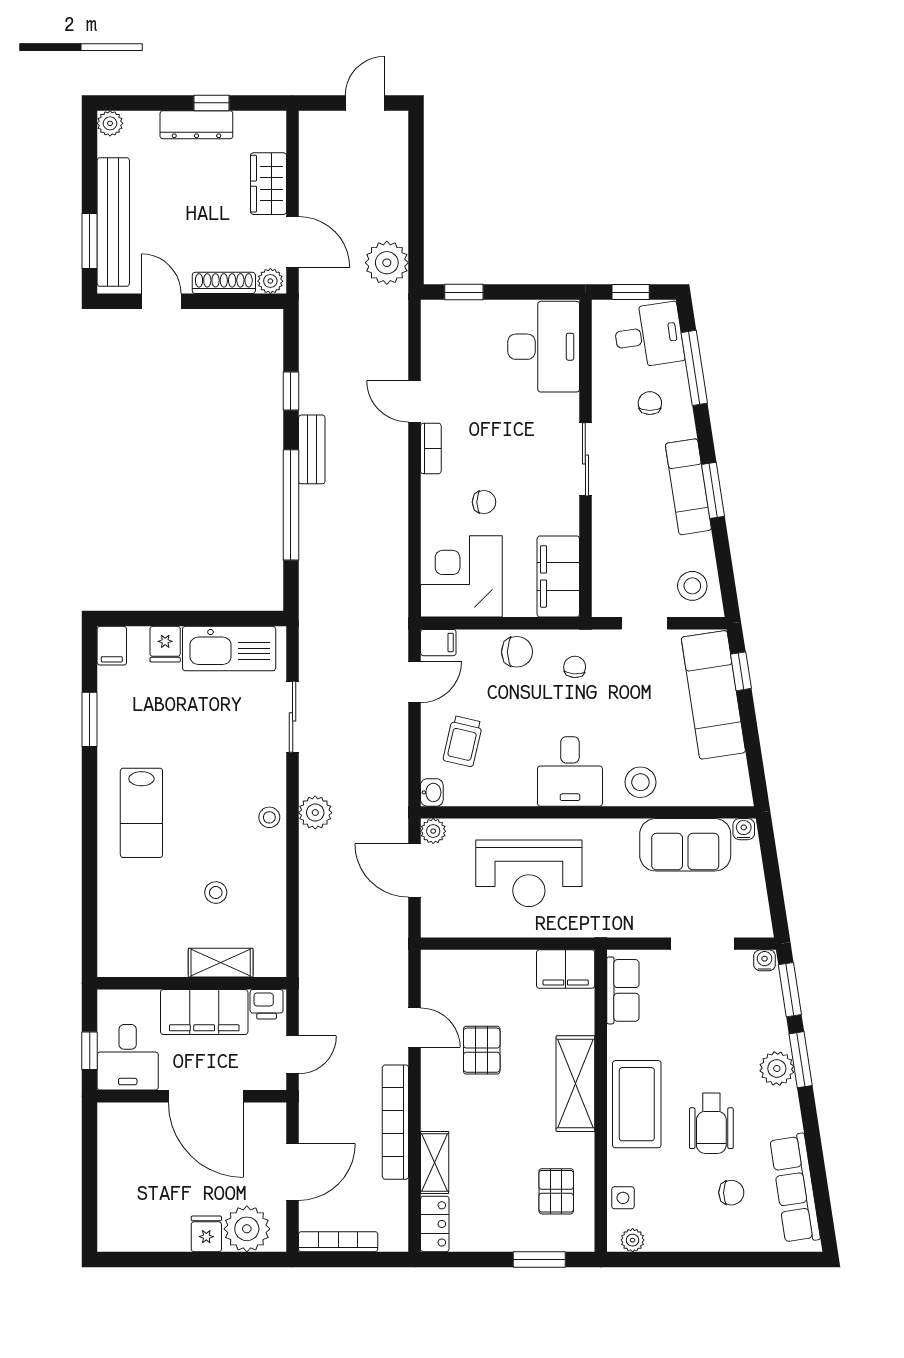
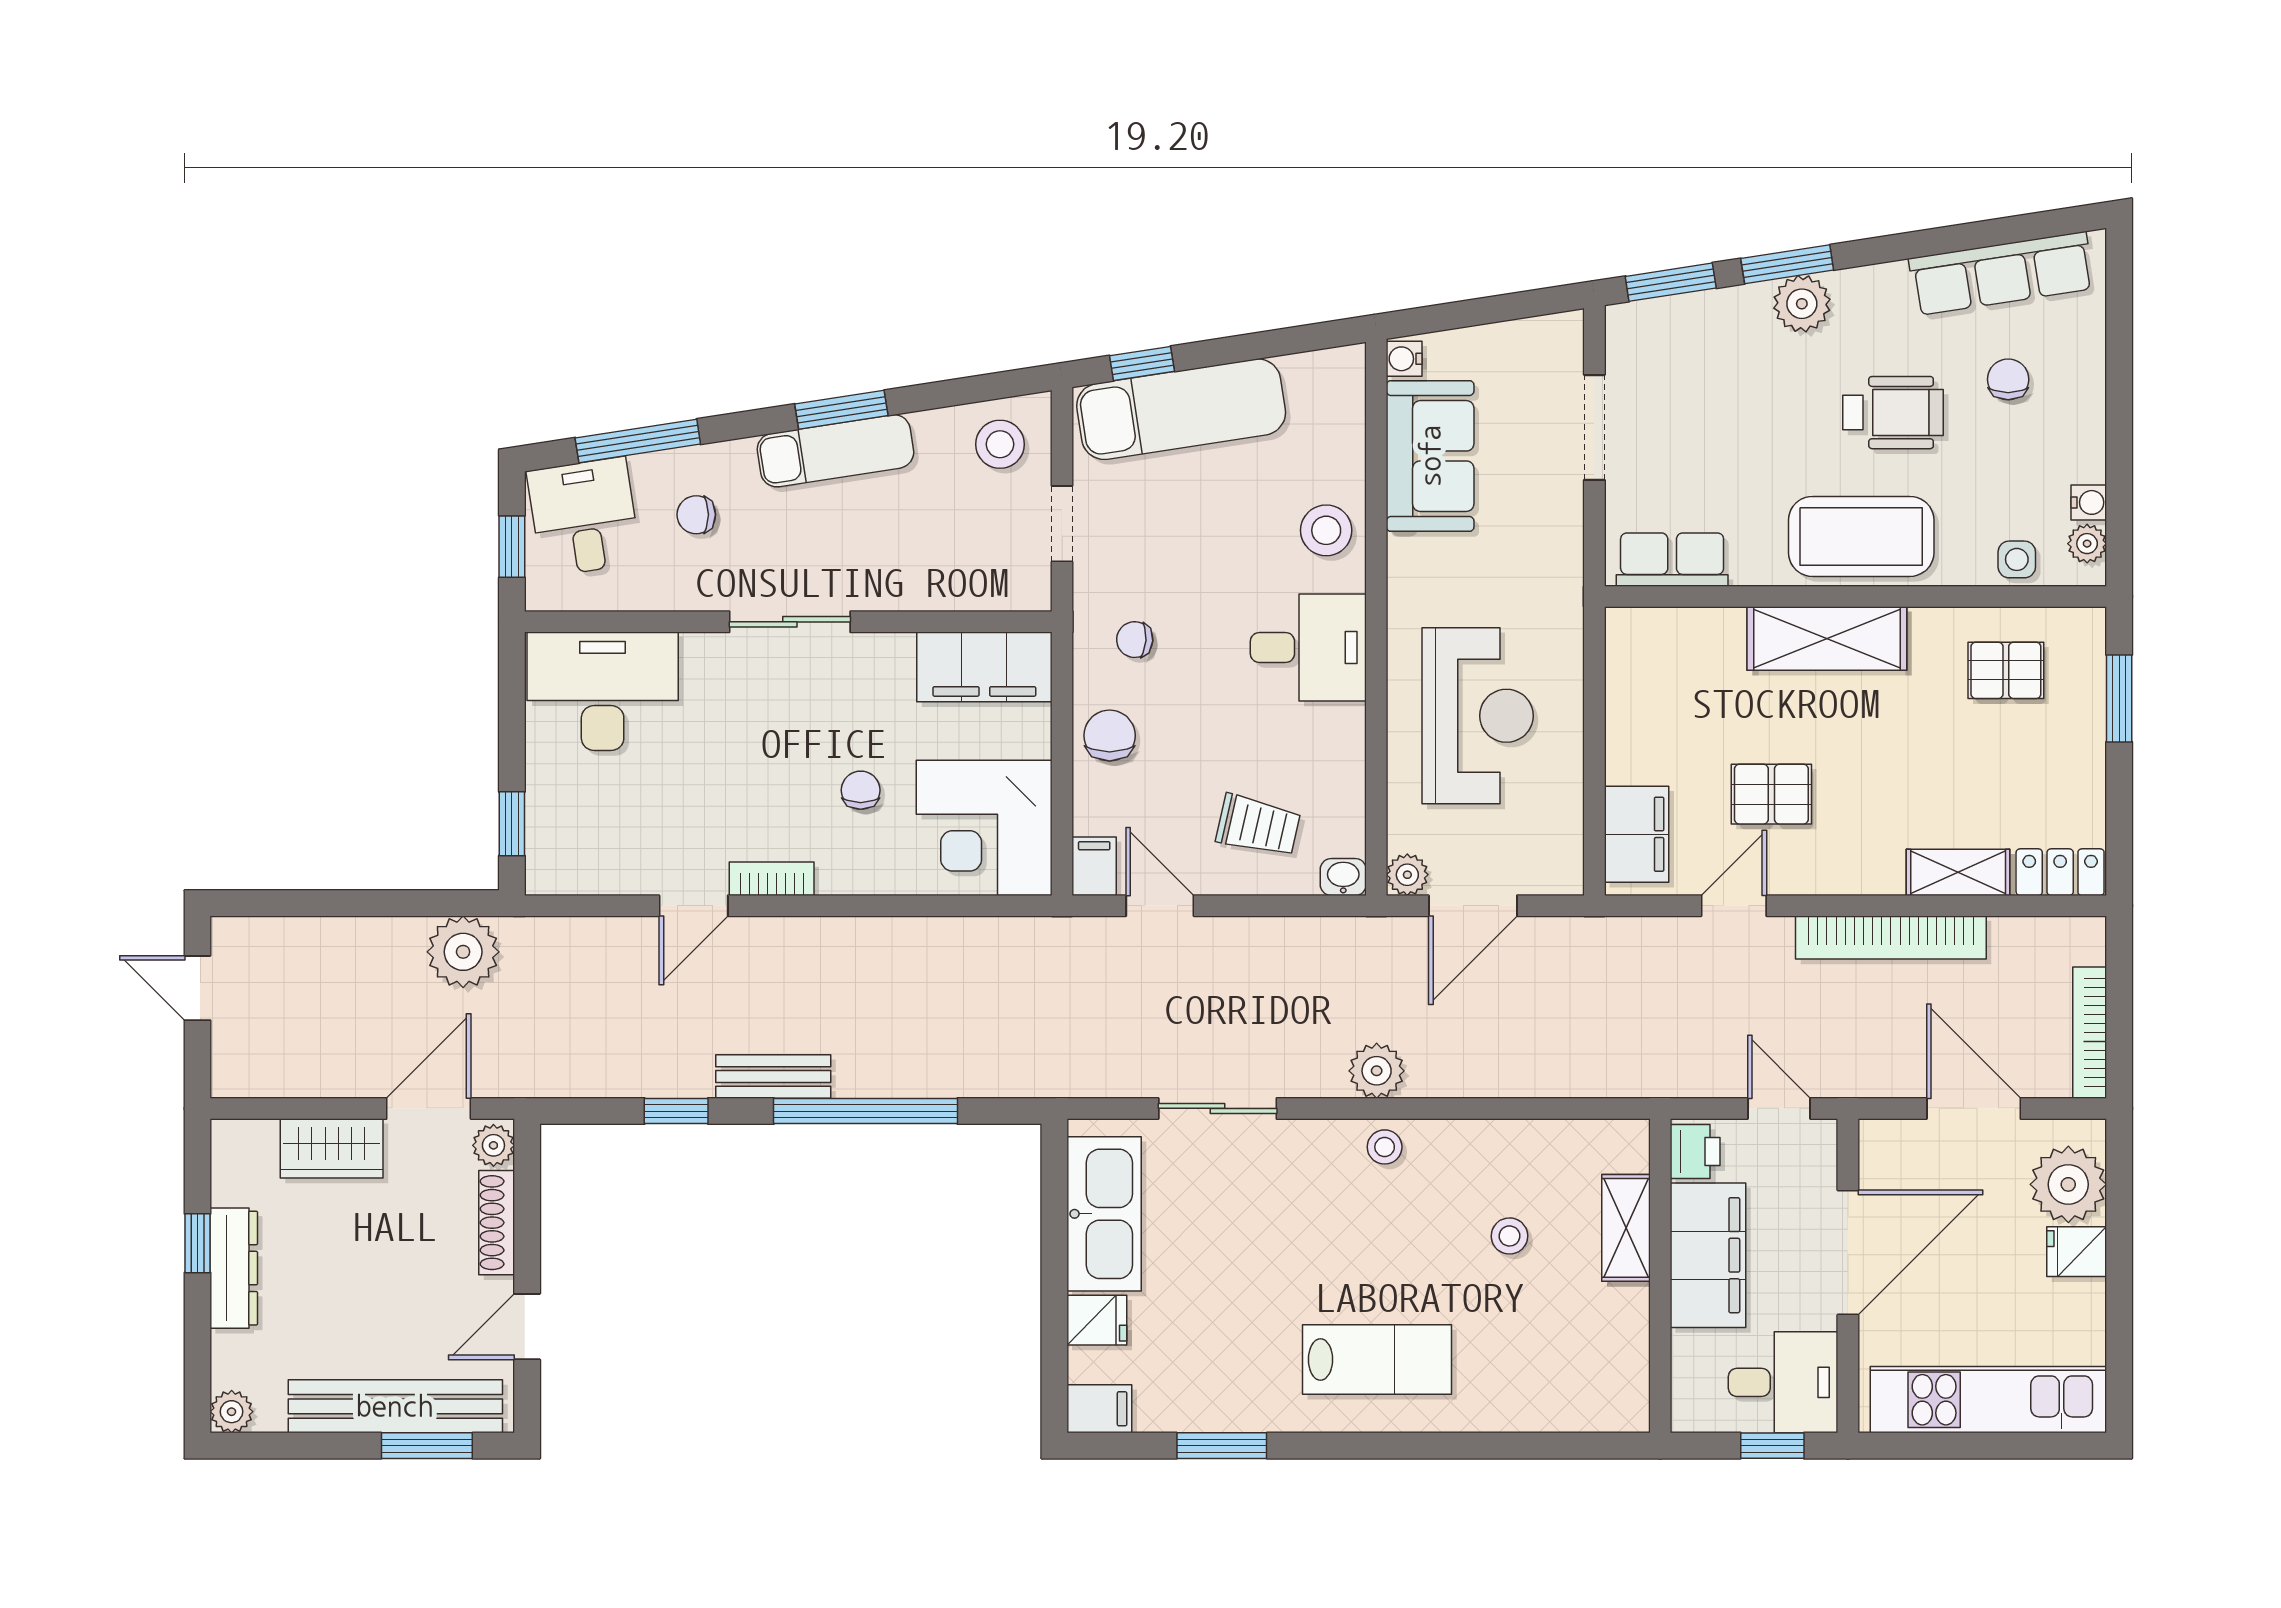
water cooler: (765, 960) -> (2089, 502), moved, turned 180
filing cabinet: (566, 969) -> (1637, 834), moved
kitchen unit: (117, 1181) -> (1988, 1400), added

